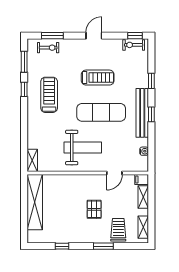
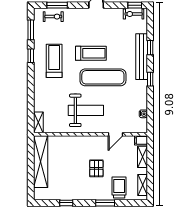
treadmill: (98, 78) -> (91, 53), moved
bench: (142, 113) -> (142, 57), moved

